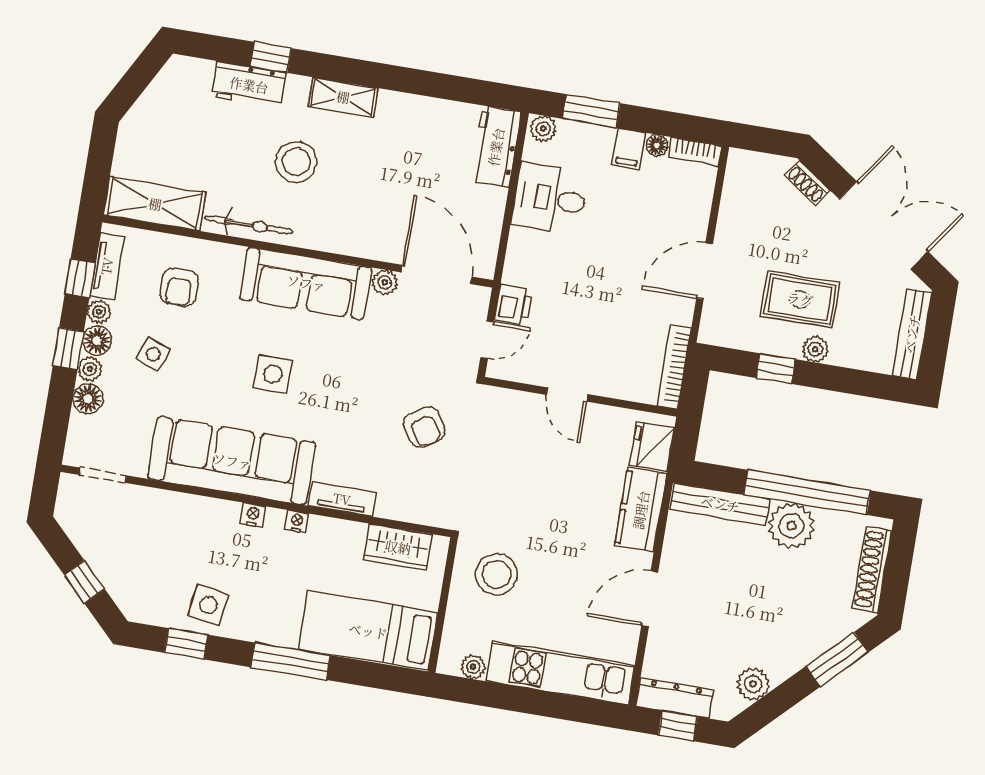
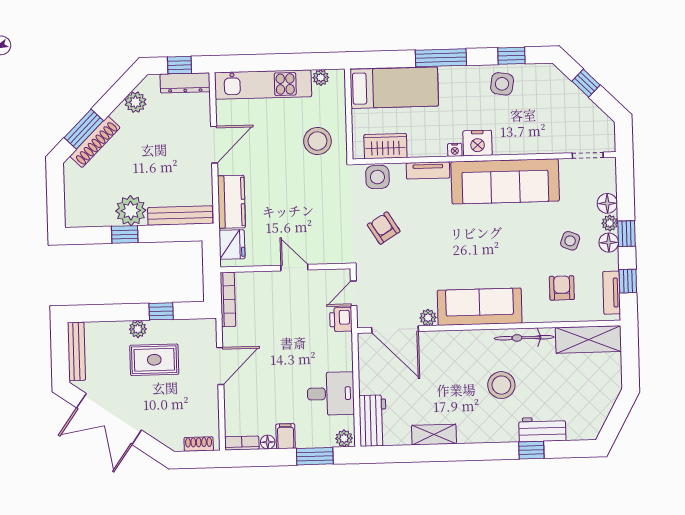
shelving: (343, 97) -> (434, 435), moved
shoe rack: (808, 183) -> (199, 444), moved, turned -35
plant: (99, 312) -> (611, 262), removed
side table: (273, 374) -> (377, 177), moved
window: (807, 492) -> (125, 234), width x0.32
nightstand: (253, 515) -> (477, 143), width x1.89, depth x1.79
shoe rack: (872, 570) -> (95, 142), moved, turned 45

